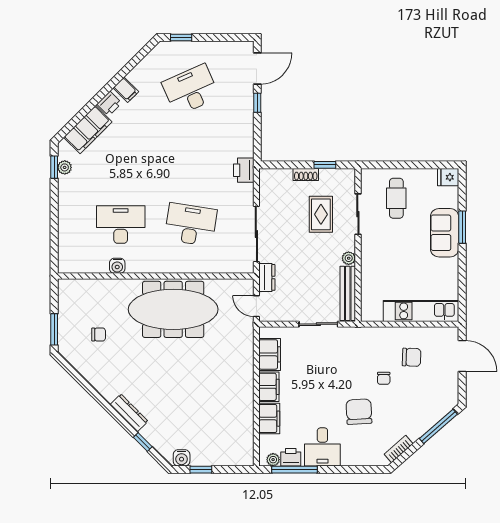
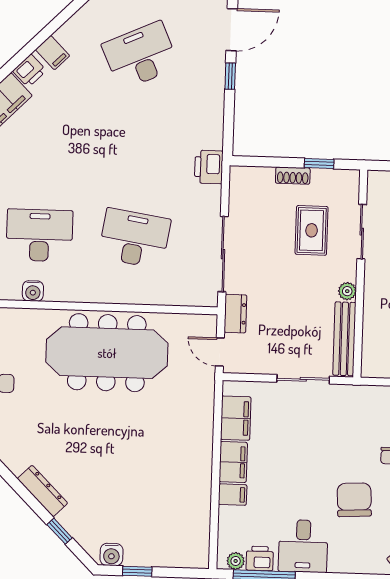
filing cabinet: (269, 419) -> (233, 495), width x0.50

